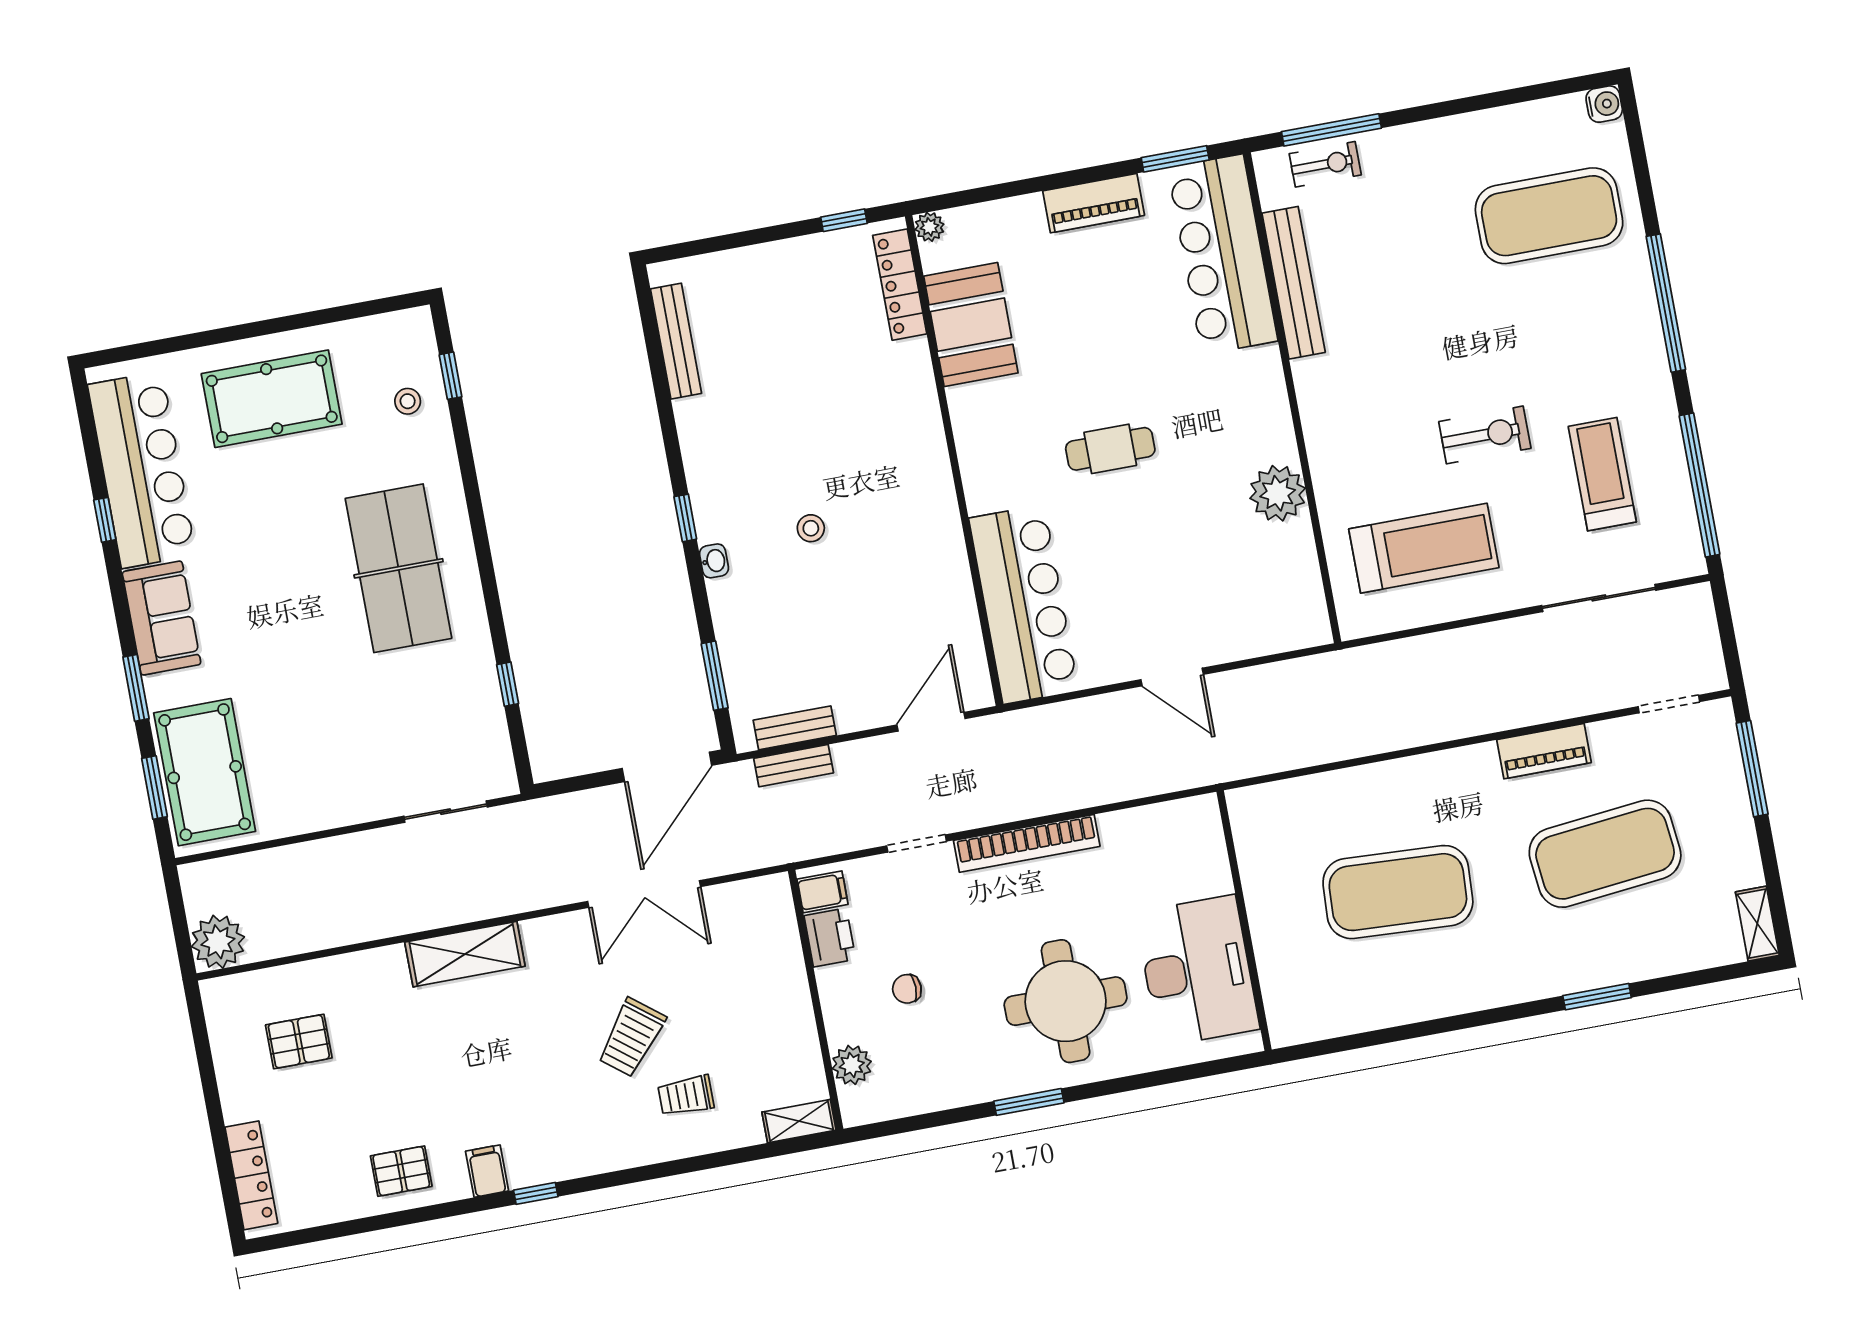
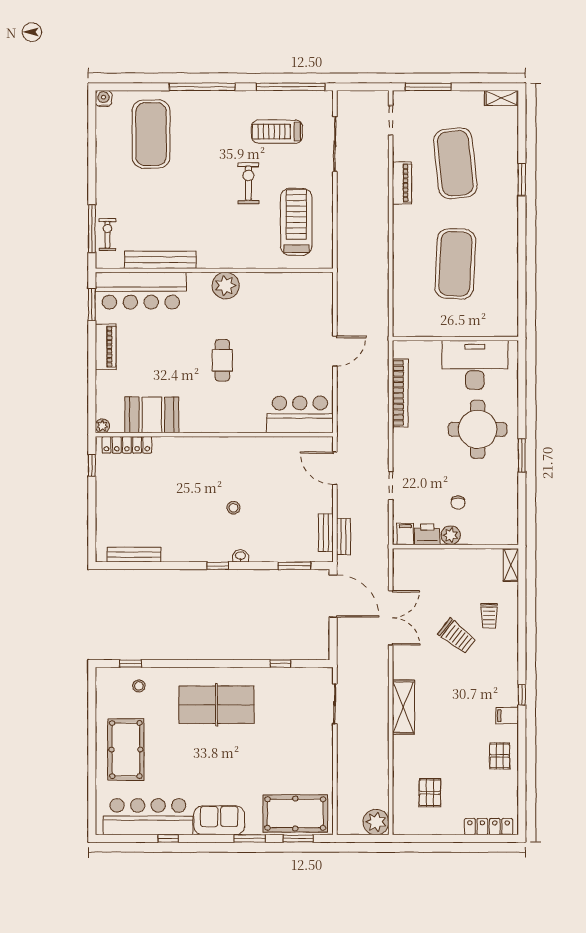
plant: (1278, 493) -> (226, 286), moved
bar counter: (1024, 604) -> (300, 414), width x0.73
bookcase: (1027, 843) -> (400, 393), moved
plant: (852, 1065) -> (451, 535), moved

